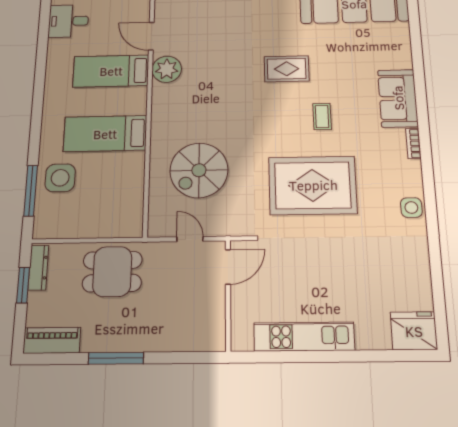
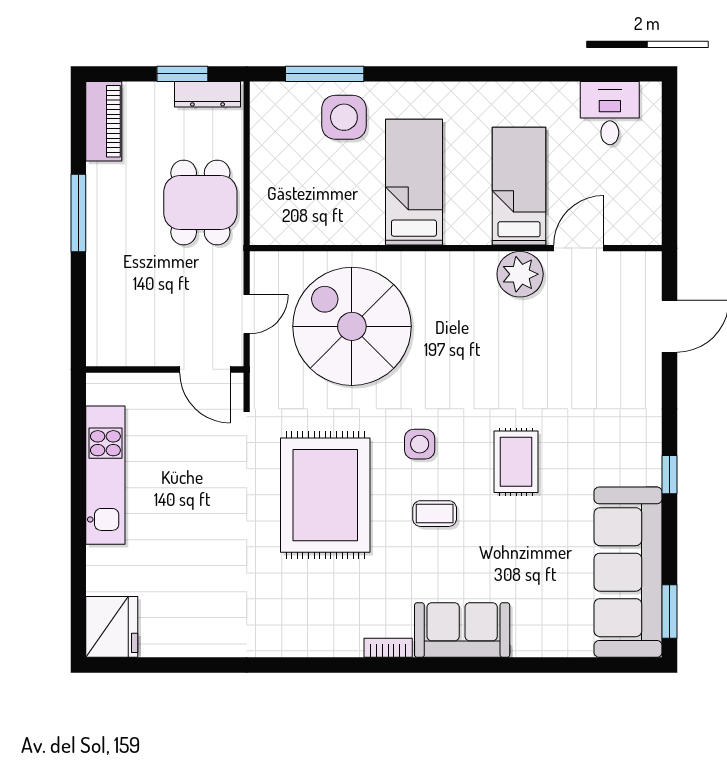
spiral stairs: (199, 170) -> (352, 326), width x1.37, depth x1.37
side table: (411, 208) -> (420, 444), moved

